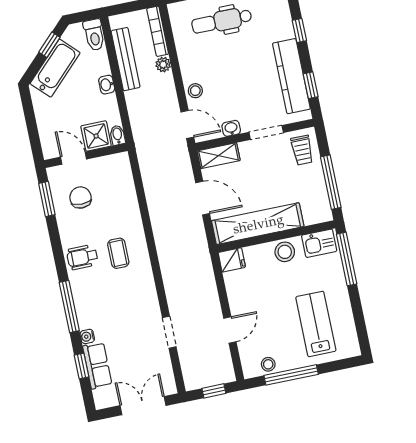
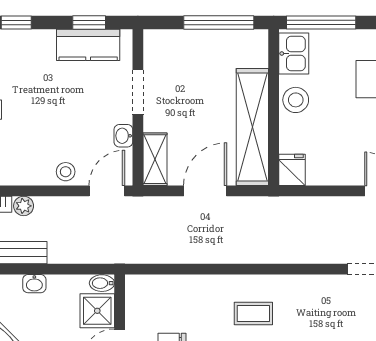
kitchen counter: (291, 76) -> (88, 45), width x0.67
trolley: (302, 150) -> (170, 51), removed

